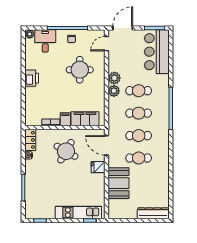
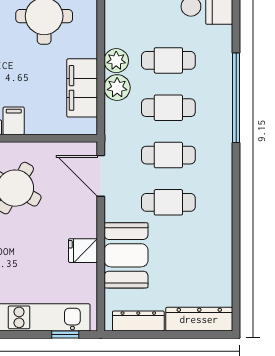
plant: (114, 78) -> (117, 88), moved
filing cabinet: (85, 119) -> (82, 88), moved, turned -90
fridge: (98, 167) -> (83, 251), moved
dresser: (124, 214) -> (138, 321), added

